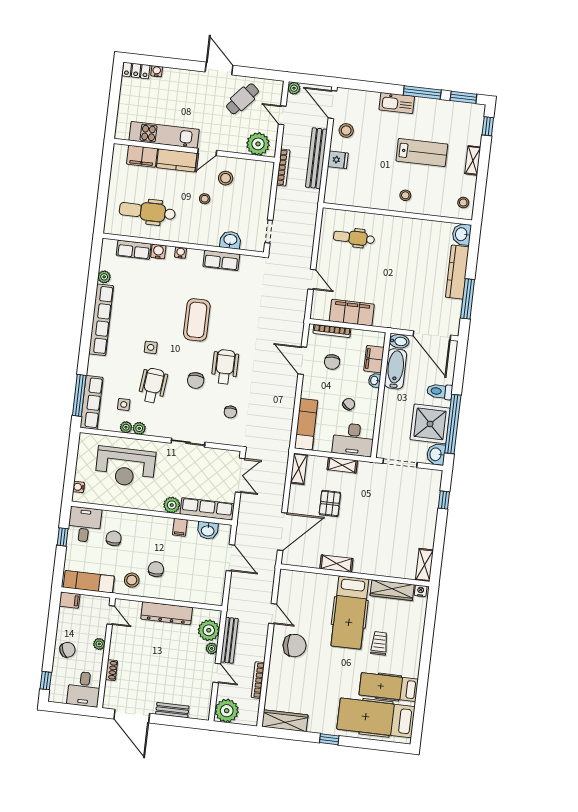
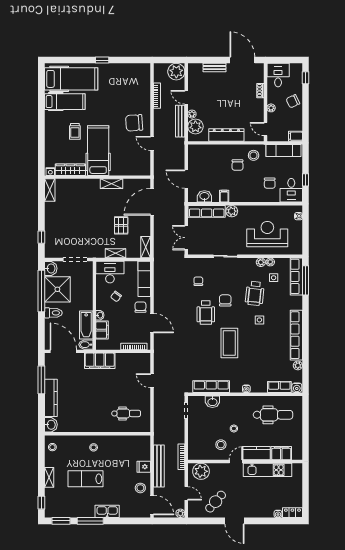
water cooler: (158, 251) -> (297, 388), moved
row of seats: (221, 260) -> (211, 387), width x1.48
filing cabinet: (352, 313) -> (100, 361), moved
chair: (332, 362) -> (140, 307), moved
wardrobe: (285, 721) -> (135, 69), removed

